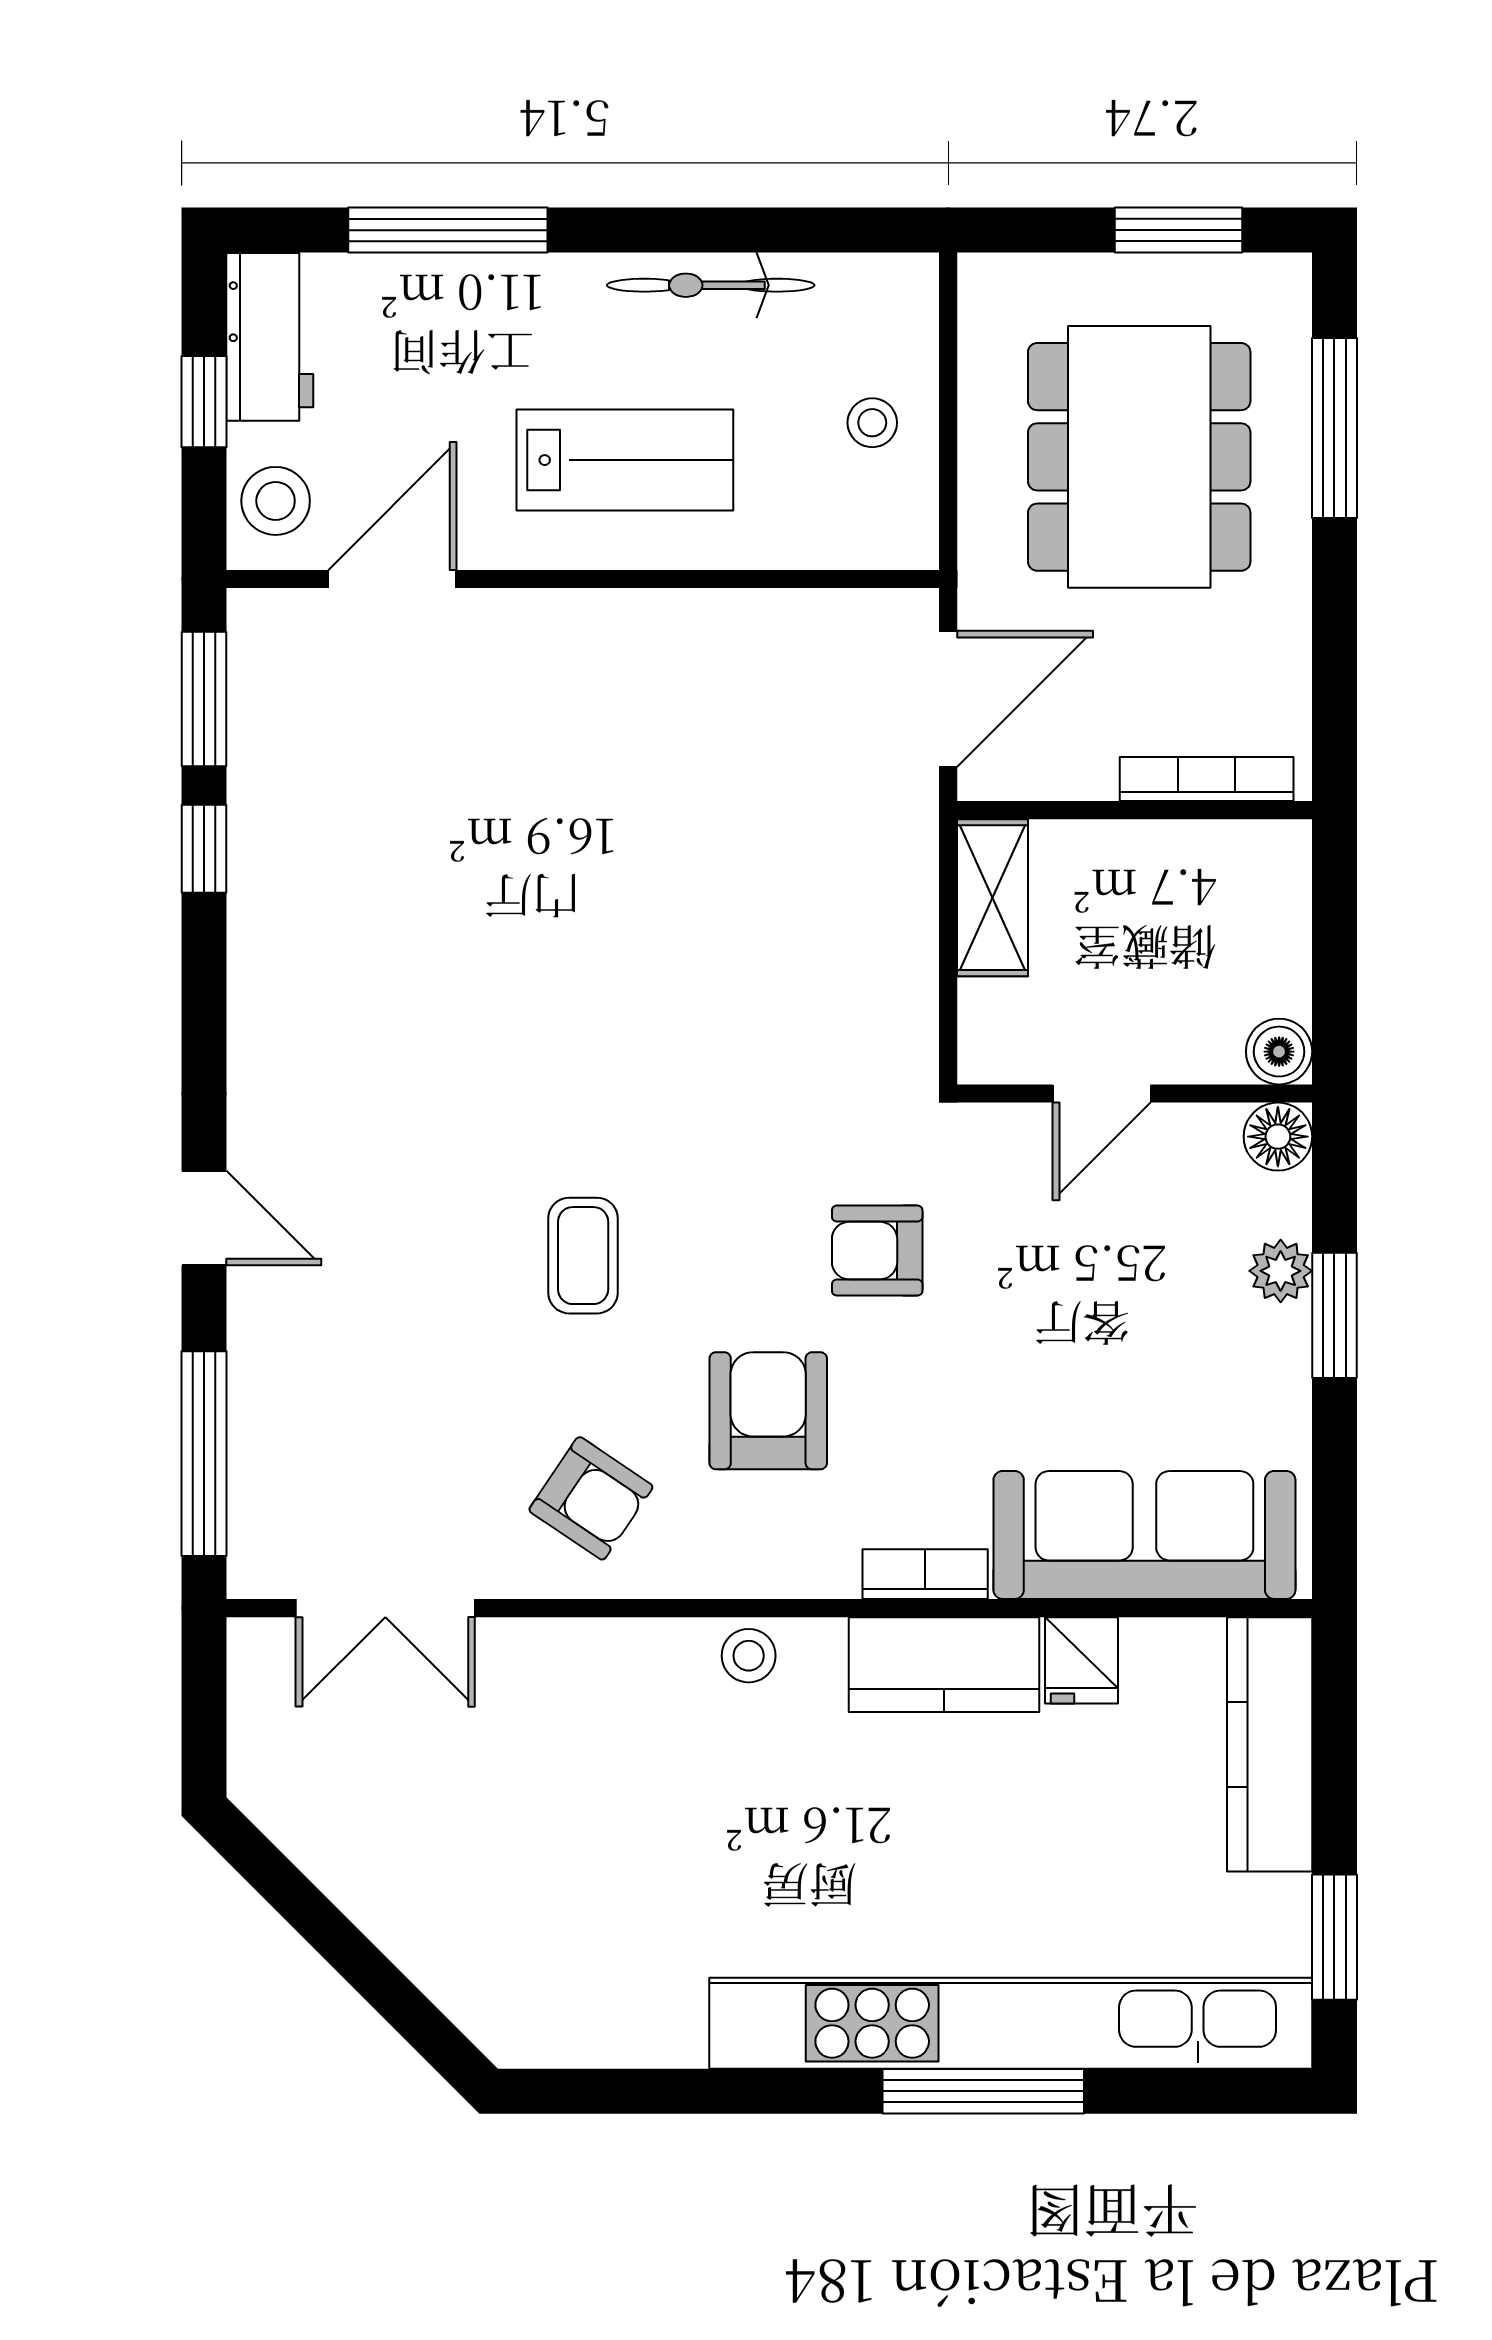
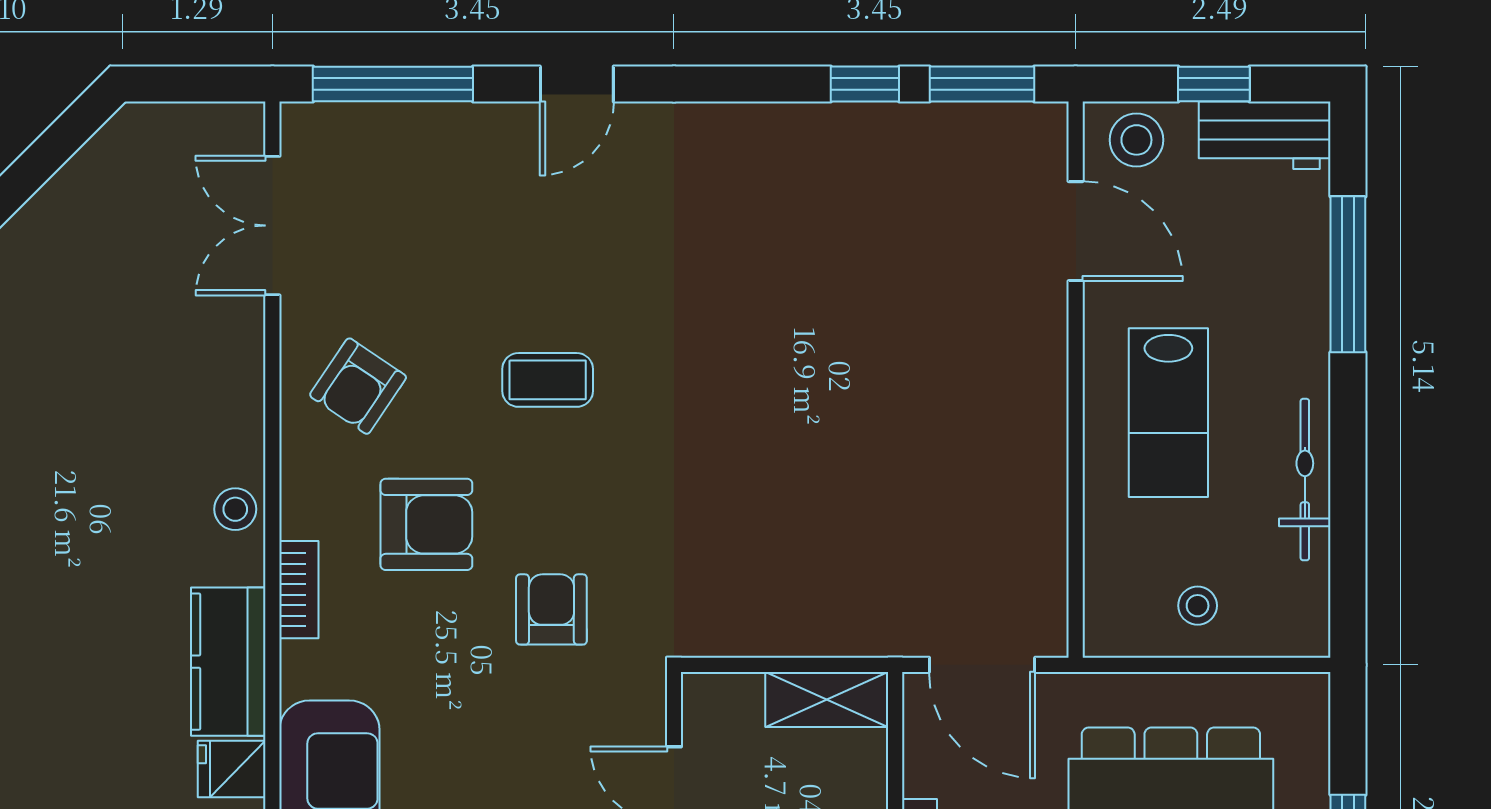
bookcase: (925, 1574) -> (299, 590), moved

